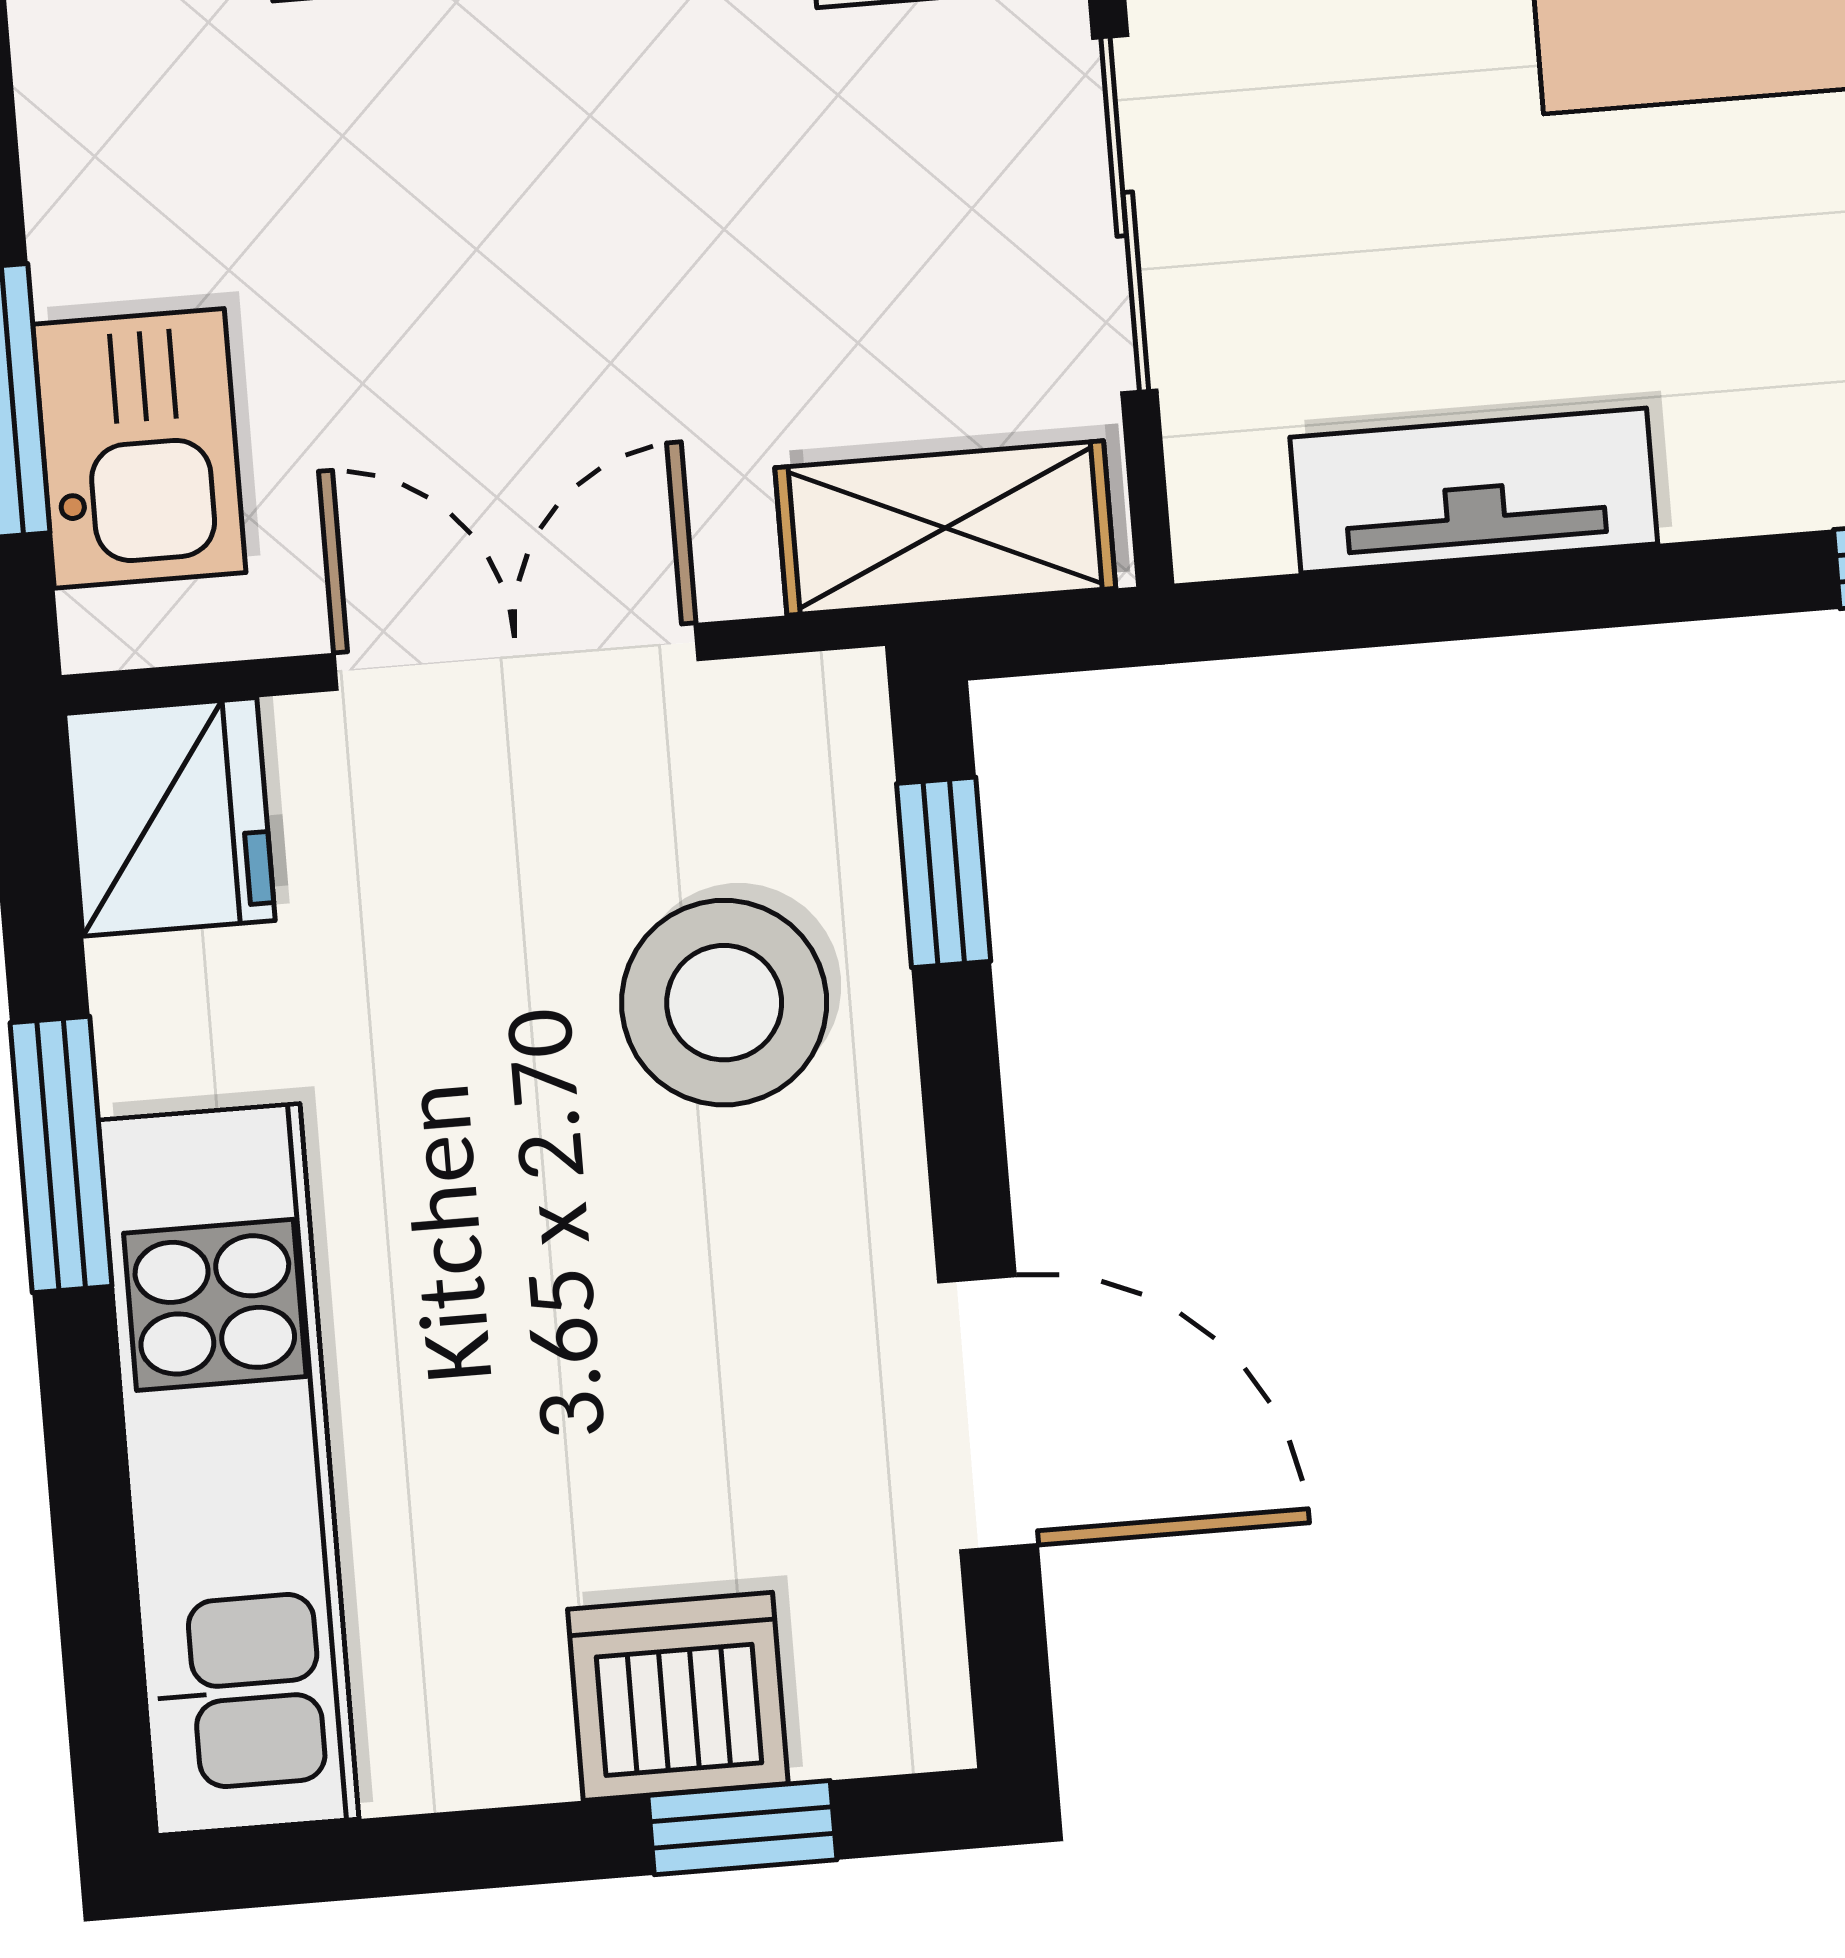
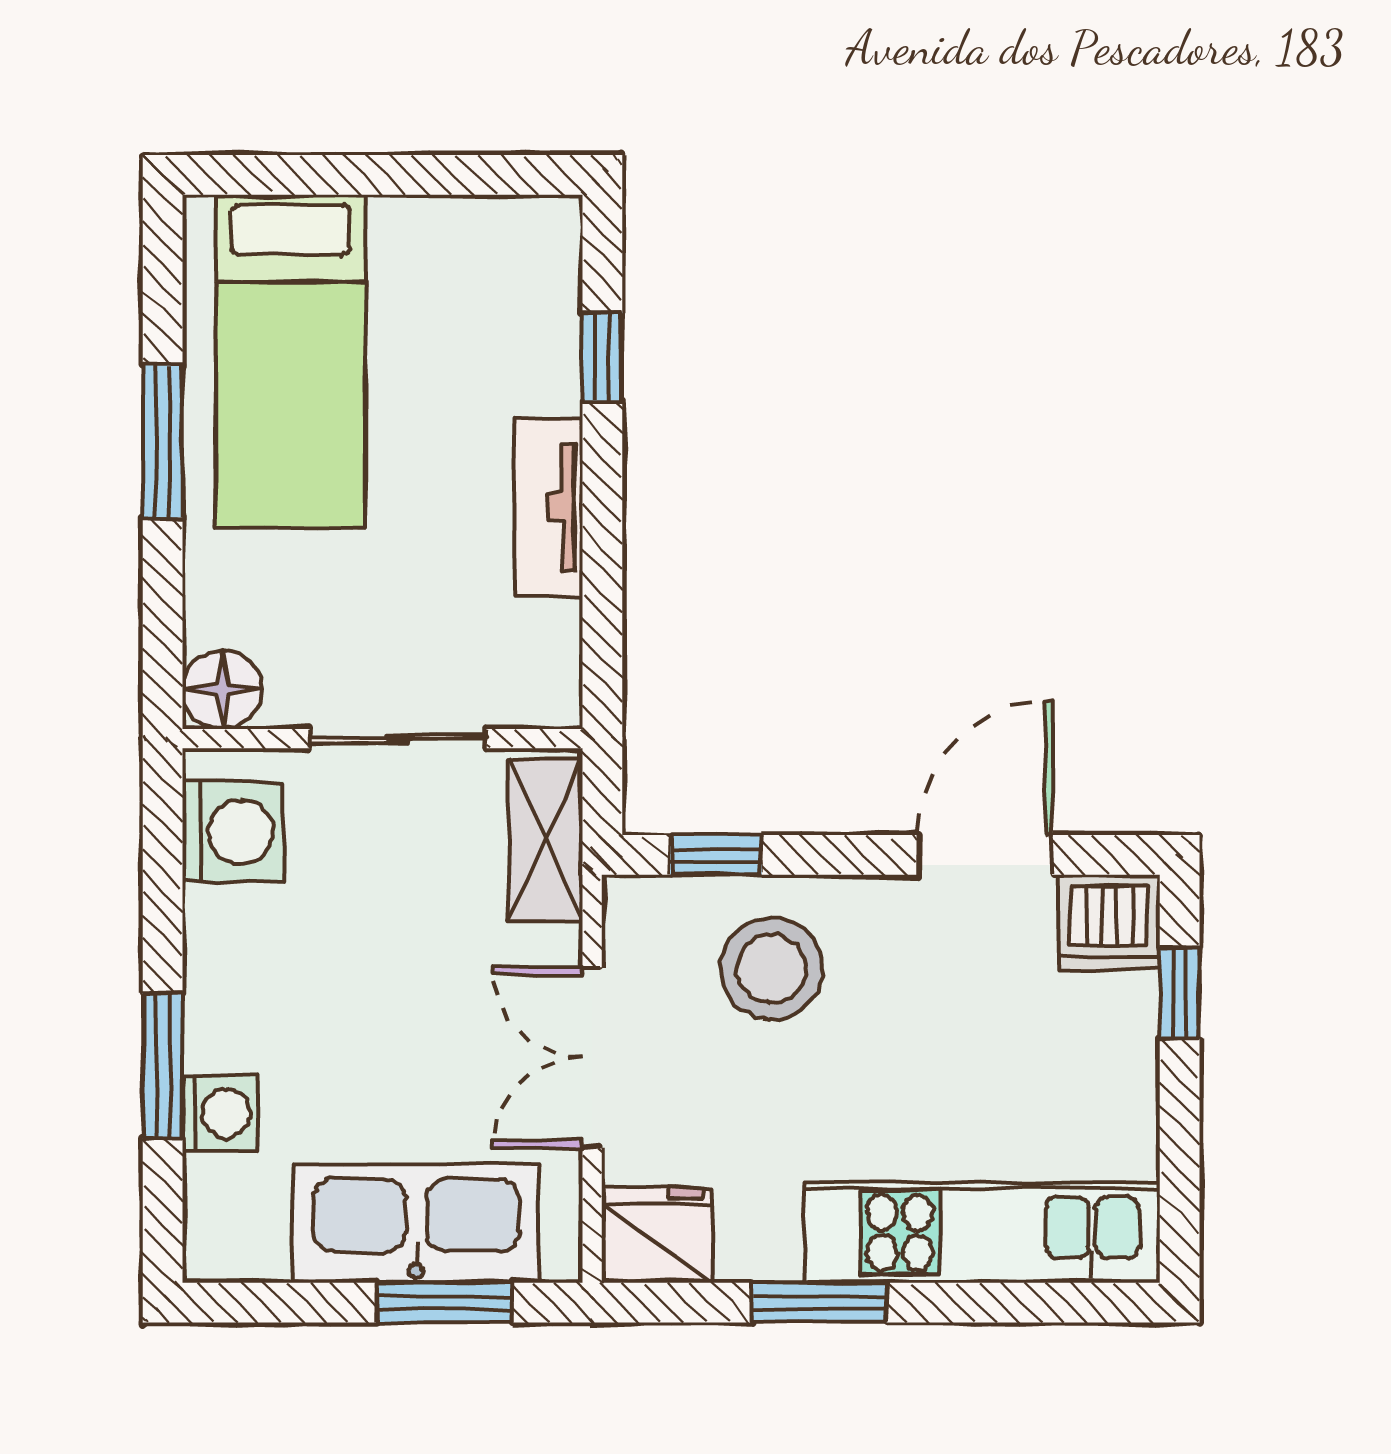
kitchen sink: (139, 448) -> (416, 1224), width x1.88, depth x1.24
tv unit: (1474, 491) -> (549, 507), moved
dishwasher: (678, 1696) -> (1109, 922), moved, turned -90

